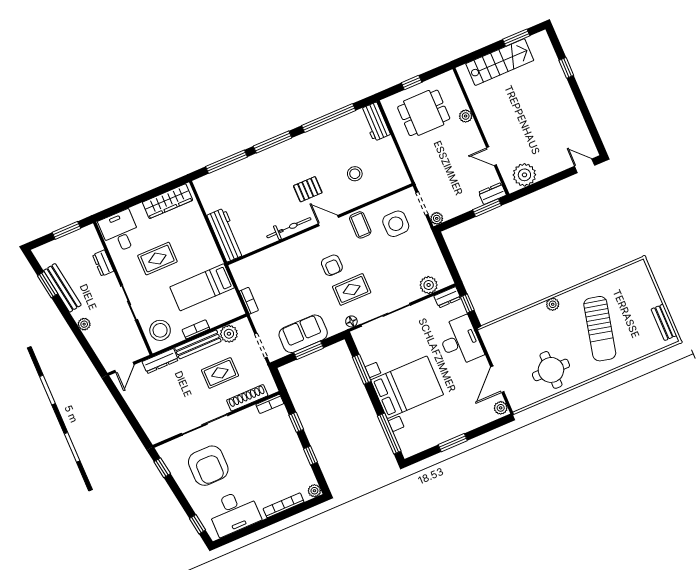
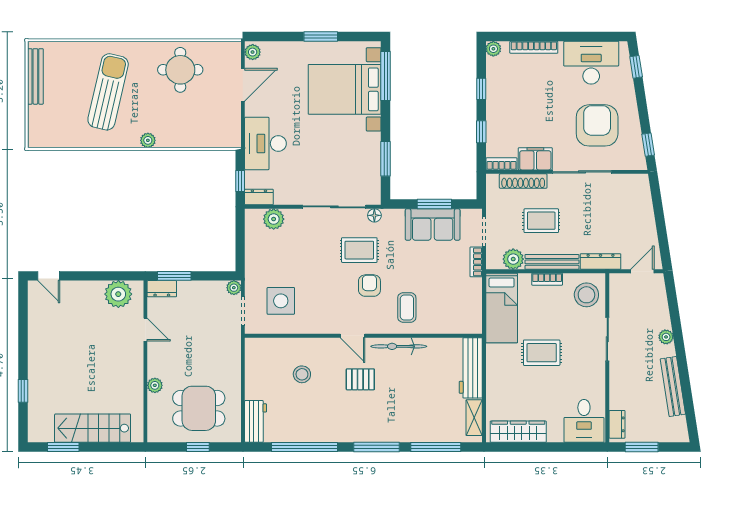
shelving: (207, 197) -> (474, 418), added
coffee table: (360, 225) -> (407, 308), moved
rug: (157, 259) -> (542, 353), moved
dresser: (103, 263) -> (617, 424), moved
window: (48, 285) -> (687, 397), removed
bed: (202, 287) -> (502, 308), moved, turned 90
bookcase: (249, 301) -> (476, 262), moved
bench: (664, 322) -> (35, 76), width x1.36
bed with nightstands: (407, 387) -> (345, 89), moved
filing cabinet: (245, 419) -> (535, 159), added

